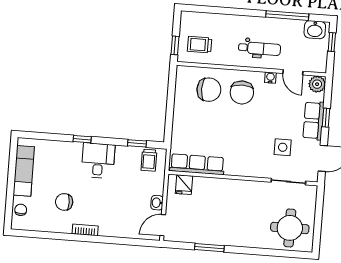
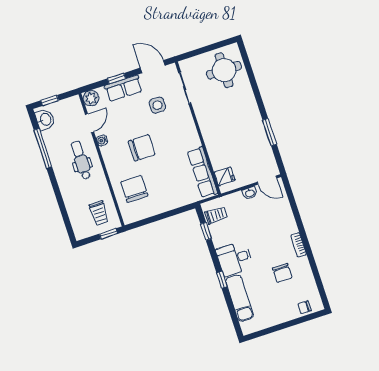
chair: (242, 92) -> (142, 148), moved
exam couch: (24, 171) -> (240, 298), moved, turned 90

